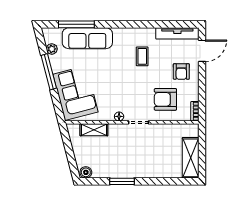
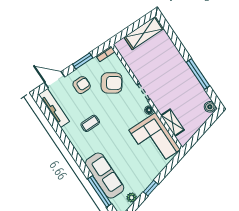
window: (49, 72) -> (151, 188), width x0.46
window: (202, 87) -> (83, 61), added
corner sofa: (75, 93) -> (155, 140), moved, turned -75
armchair: (165, 99) -> (112, 83), turned -55
window: (122, 181) -> (198, 74), width x1.44

